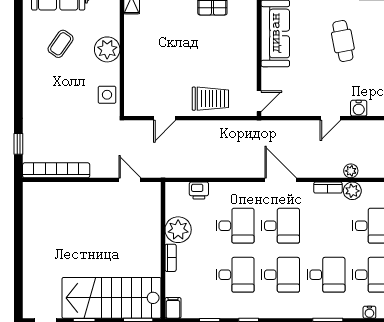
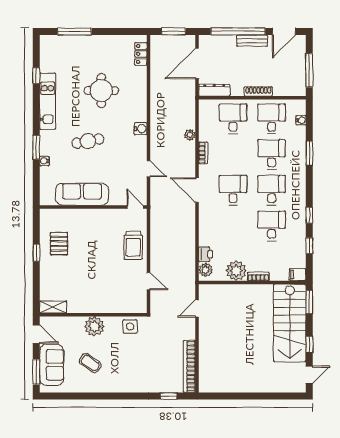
trolley: (210, 99) -> (133, 245), turned 180
door: (330, 118) -> (149, 169), moved
door: (281, 180) -> (197, 190), hinge flipped
plant: (352, 191) -> (206, 270), moved
desk: (235, 226) -> (233, 226), removed

